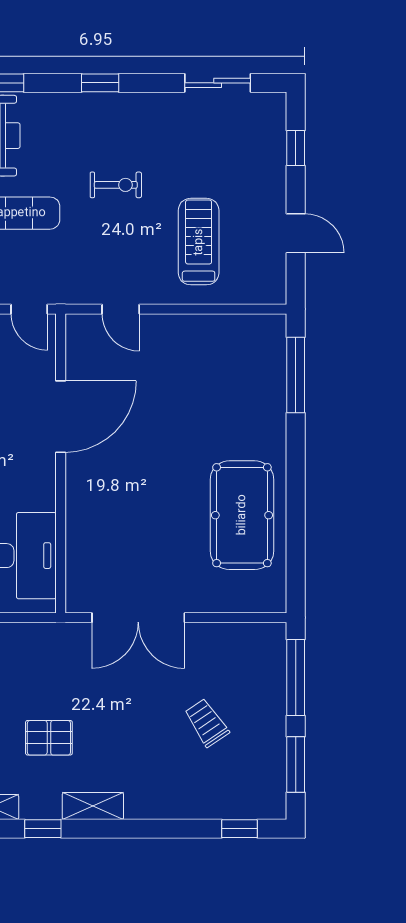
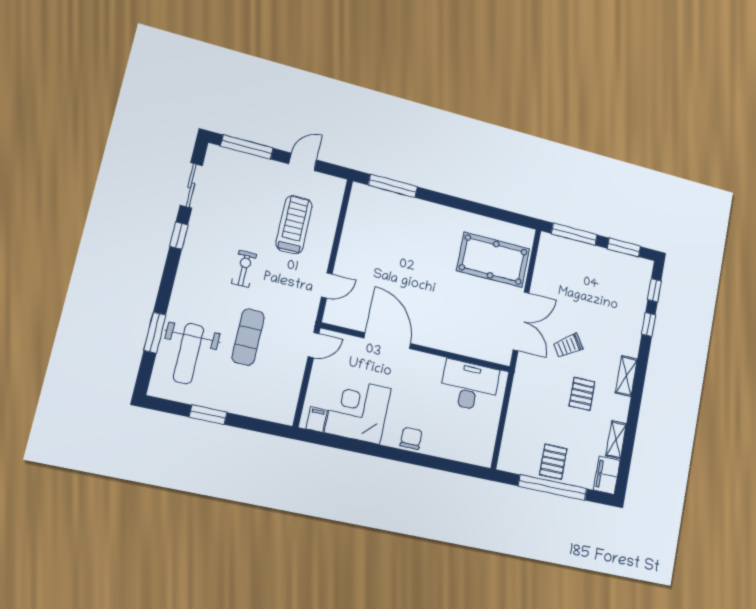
window: (100, 83) -> (179, 236), moved
window: (296, 148) -> (247, 147), width x2.17
treadmill: (199, 242) -> (294, 225), turned 90
pool table: (242, 515) -> (493, 260), moved
trolley: (207, 723) -> (568, 346), moved
window: (43, 829) -> (649, 324), moved

